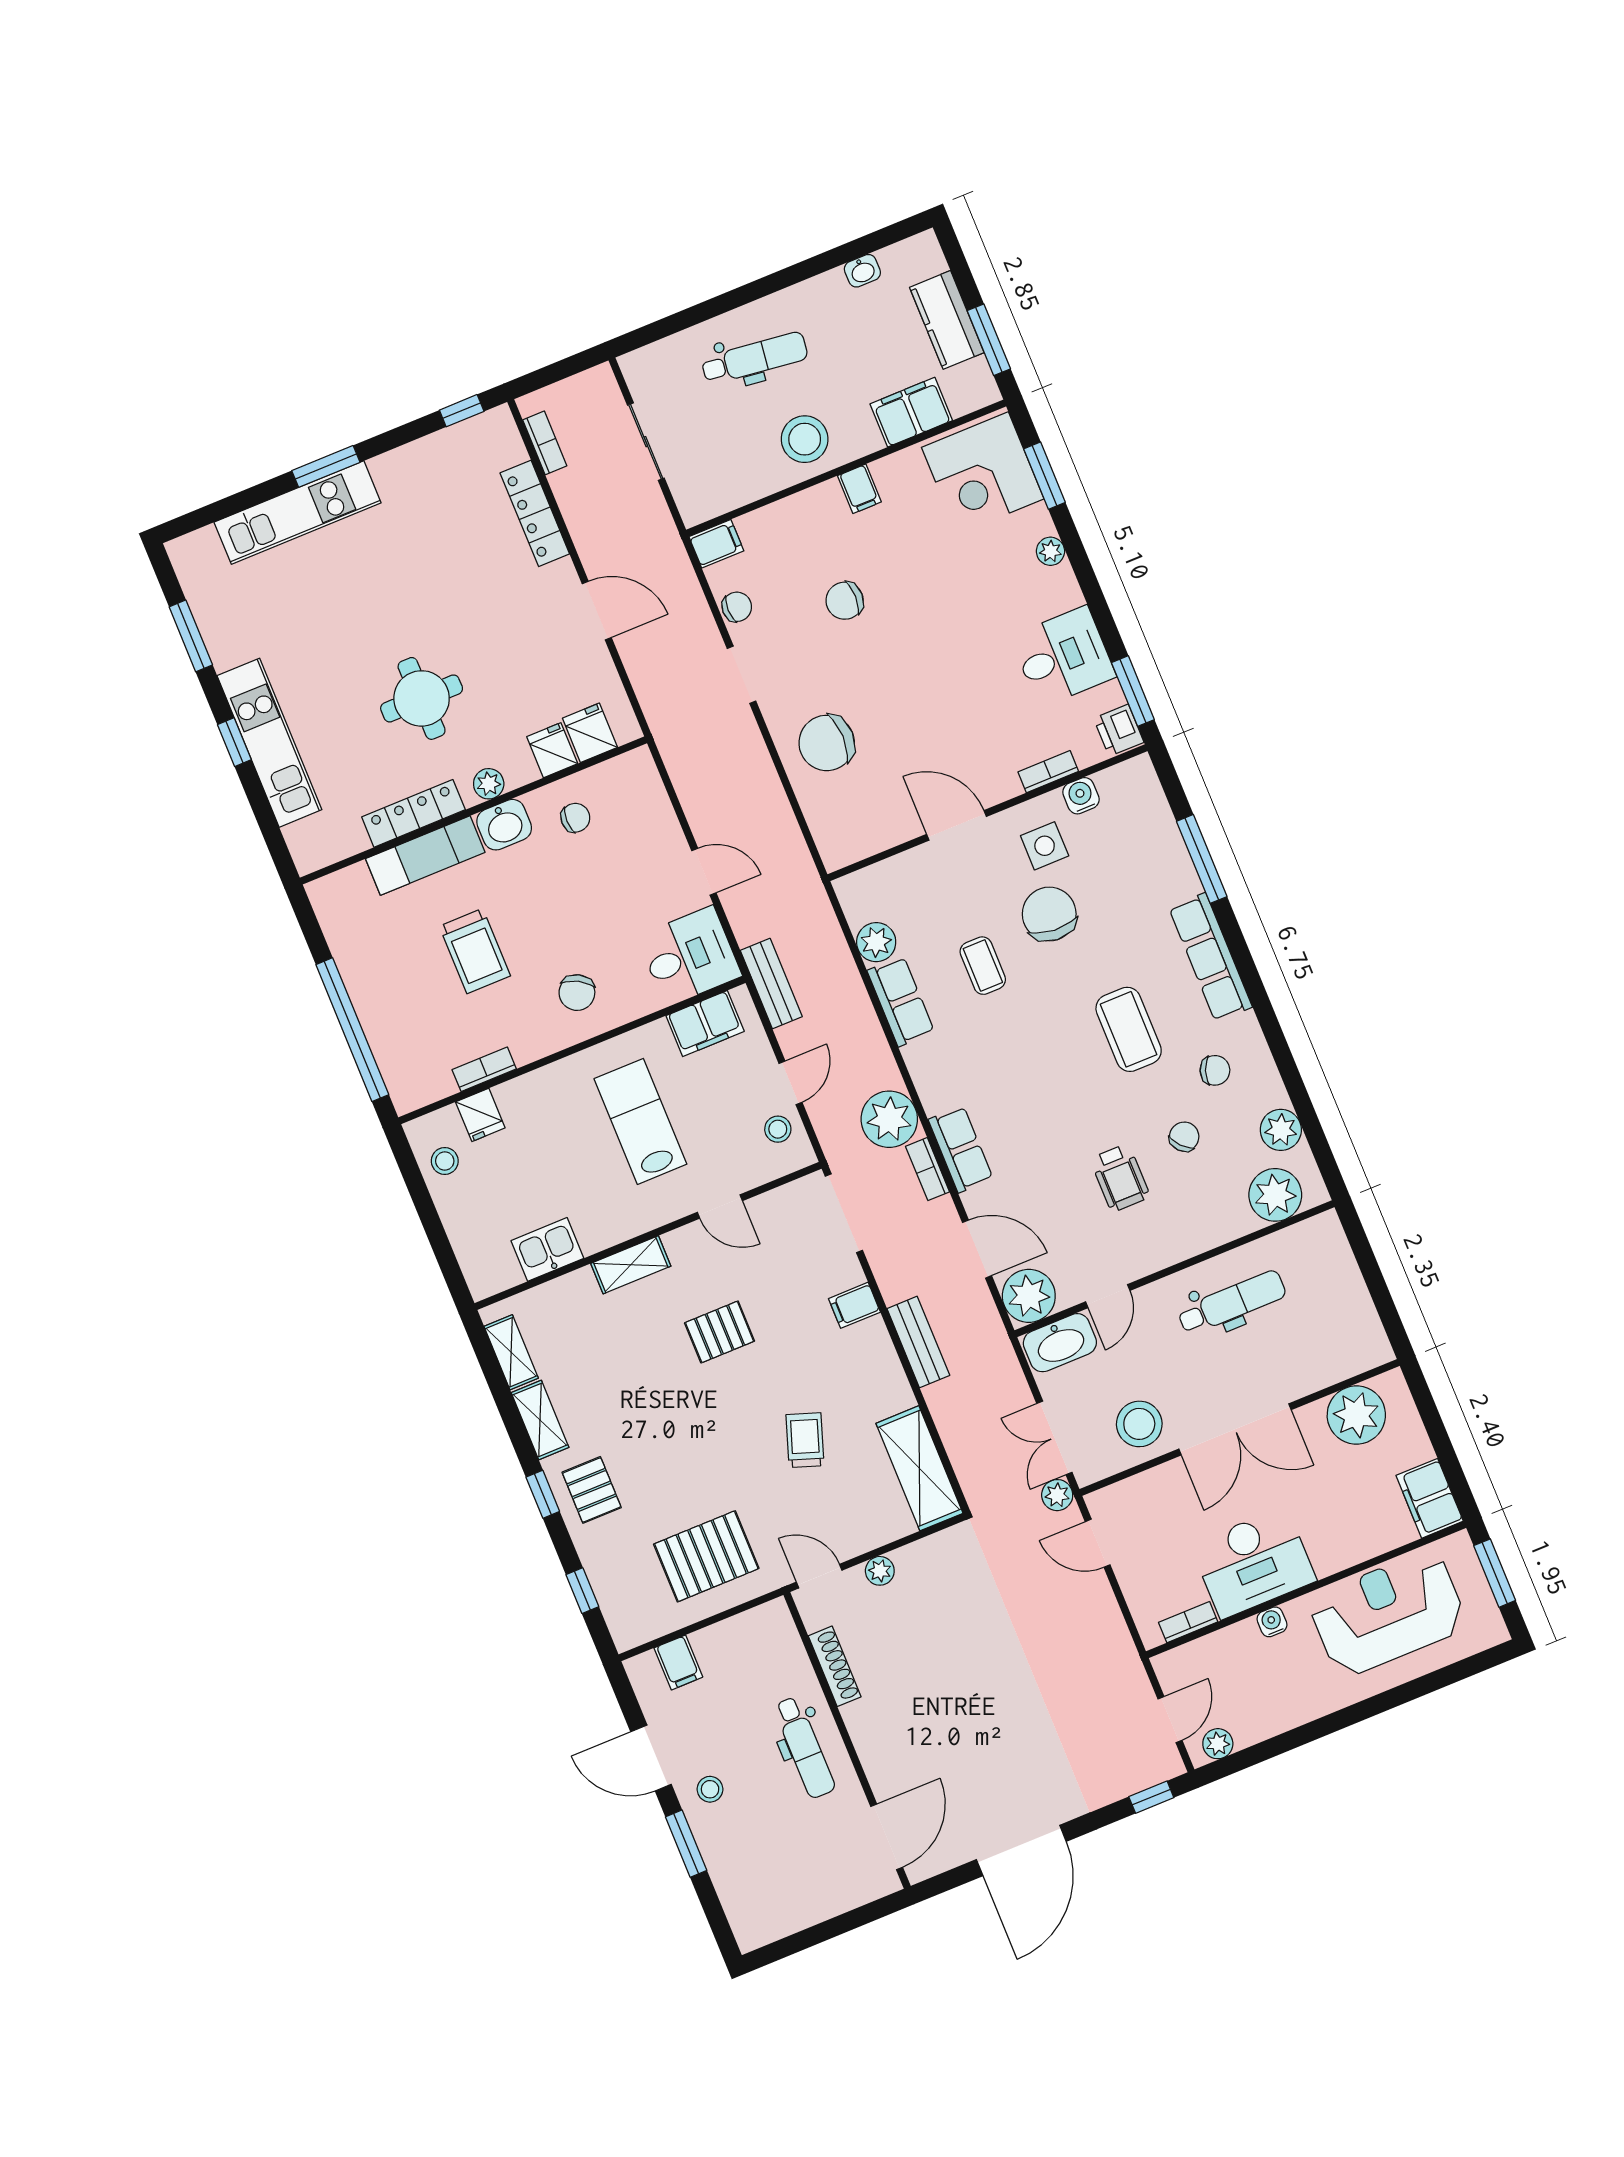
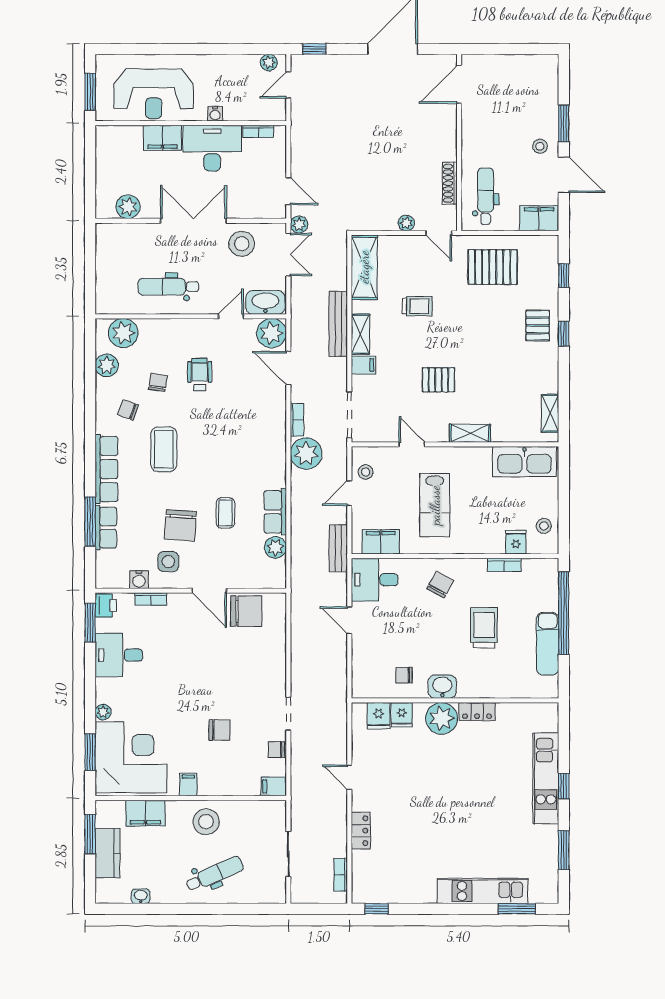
dental chair: (755, 358) -> (215, 874), turned 149
window: (326, 466) -> (517, 909), moved
corner desk: (983, 473) -> (131, 757), width x1.36, depth x1.36
locker: (535, 513) -> (361, 831), width x0.66
door: (597, 611) -> (349, 777), width x0.73
round table: (422, 698) -> (458, 769), removed
chair: (827, 743) -> (246, 611), moved
plant: (489, 784) -> (442, 718), width x1.88, depth x1.88
locker: (413, 813) -> (477, 712), width x0.66
exam couch: (425, 855) -> (548, 644), moved, turned -90
chair: (1184, 1137) -> (158, 382), turned 141
row of seats: (961, 1149) -> (106, 528), moved, turned 180
kitchen sink: (547, 1249) -> (524, 462), width x1.88, depth x1.24
bench: (918, 1342) -> (338, 324), width x1.36
plant: (1356, 1415) -> (128, 207), width x0.73, depth x0.73
shelving: (540, 1420) -> (360, 334), moved
trolley: (805, 1440) -> (417, 306), turned -109
filing cabinet: (1430, 1498) -> (162, 138), moved, turned 90
filing cabinet: (678, 1662) -> (539, 218), width x2.00
dental chair: (804, 1747) -> (486, 196), moved

